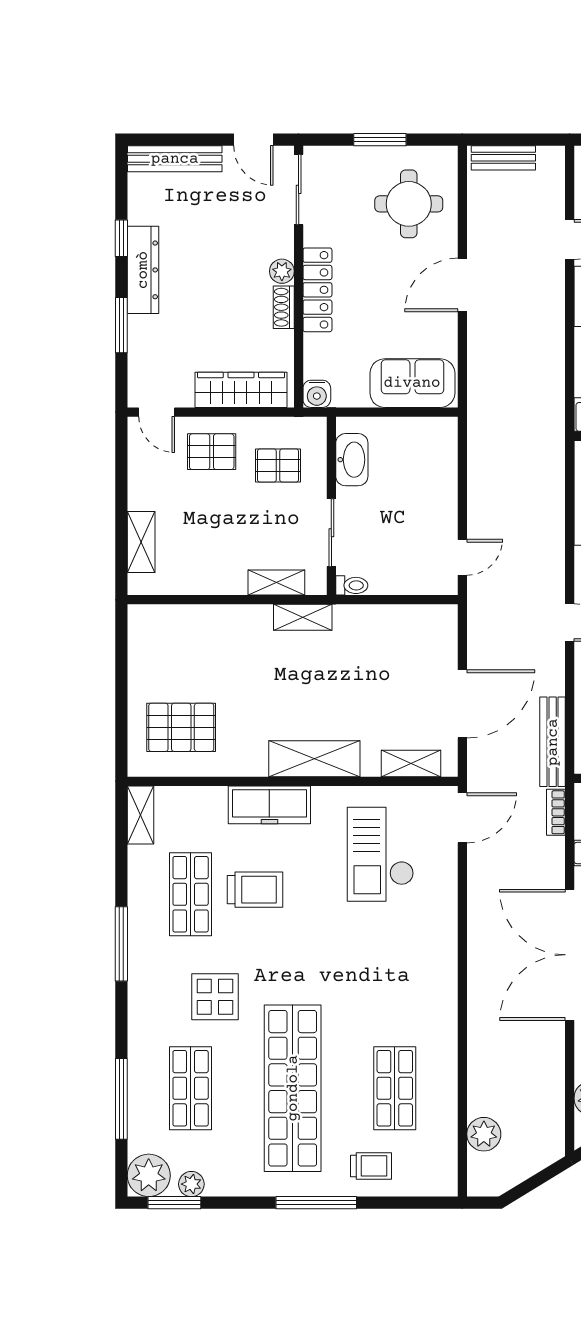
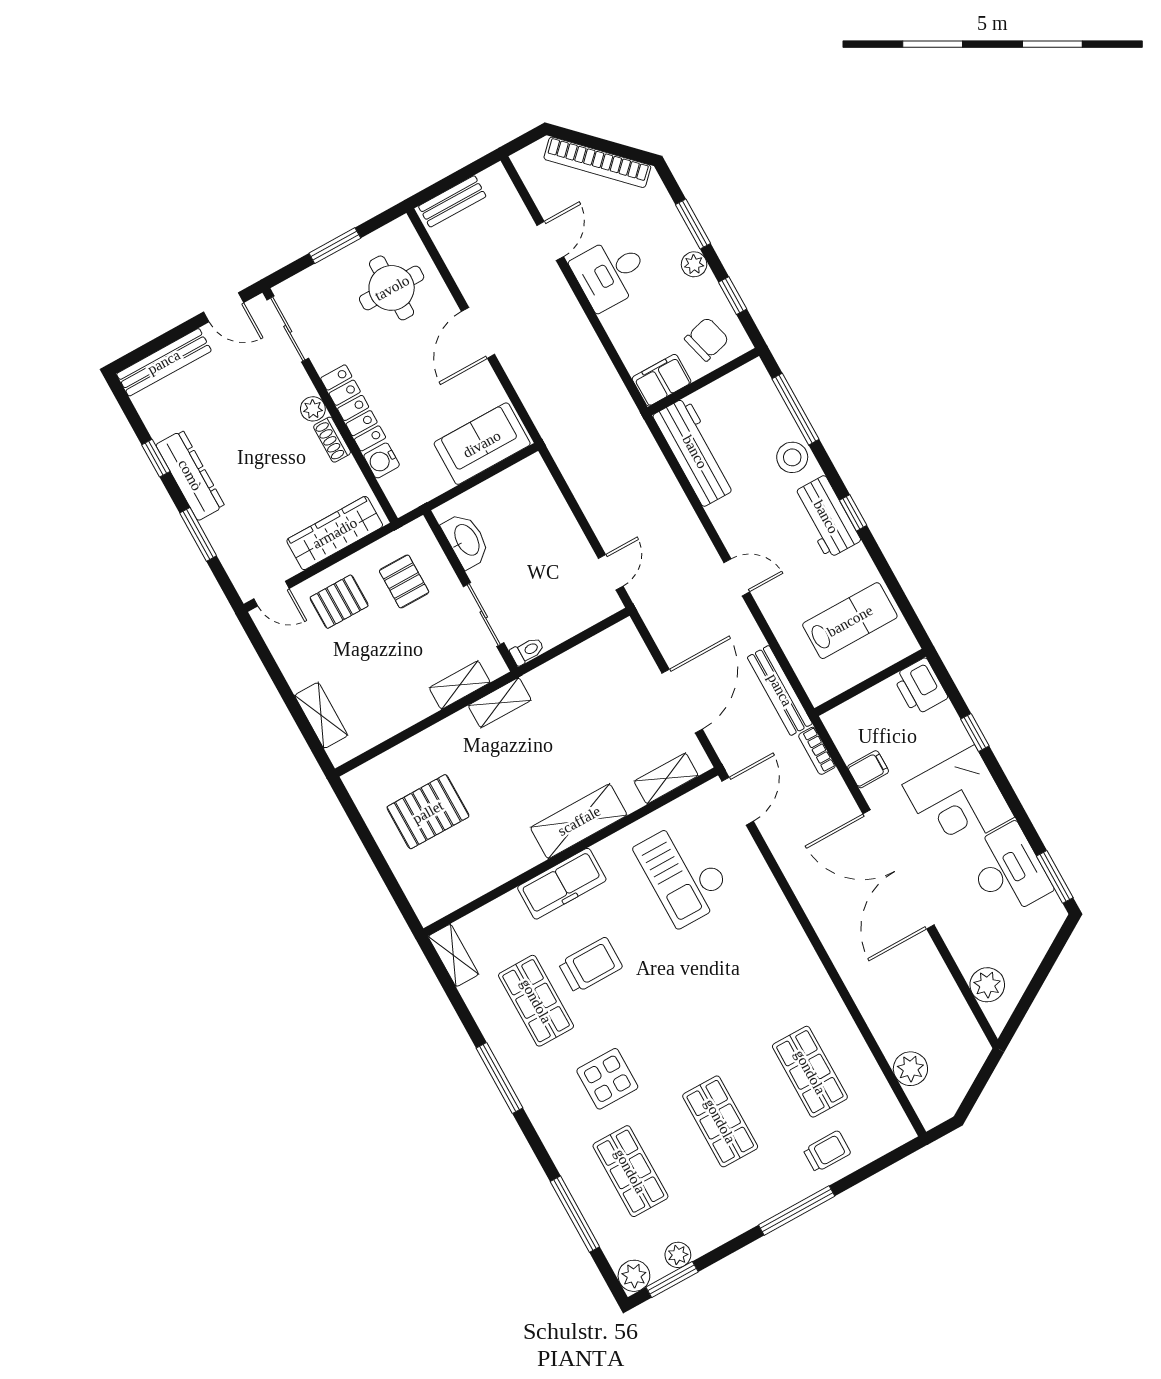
water cooler: (317, 394) -> (382, 460), moved, turned 90
pallet: (278, 466) -> (404, 581), turned 90
pallet: (181, 727) -> (428, 812), moved
shop shelf: (293, 1088) -> (720, 1121), width x0.50, depth x0.74
plant: (149, 1175) -> (634, 1276), width x0.73, depth x0.73

